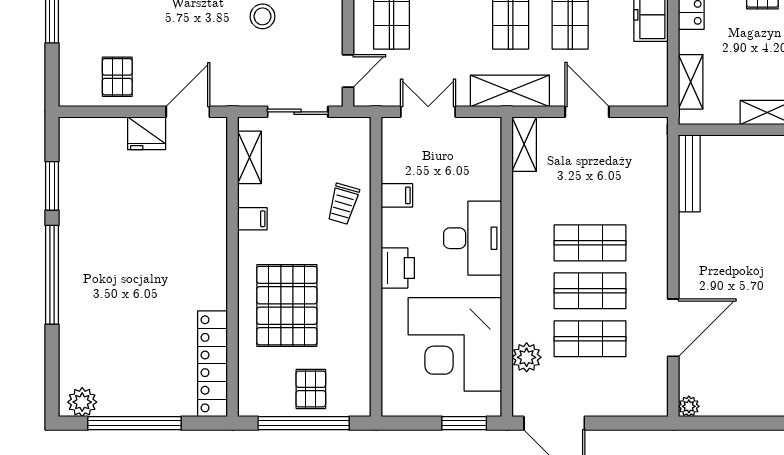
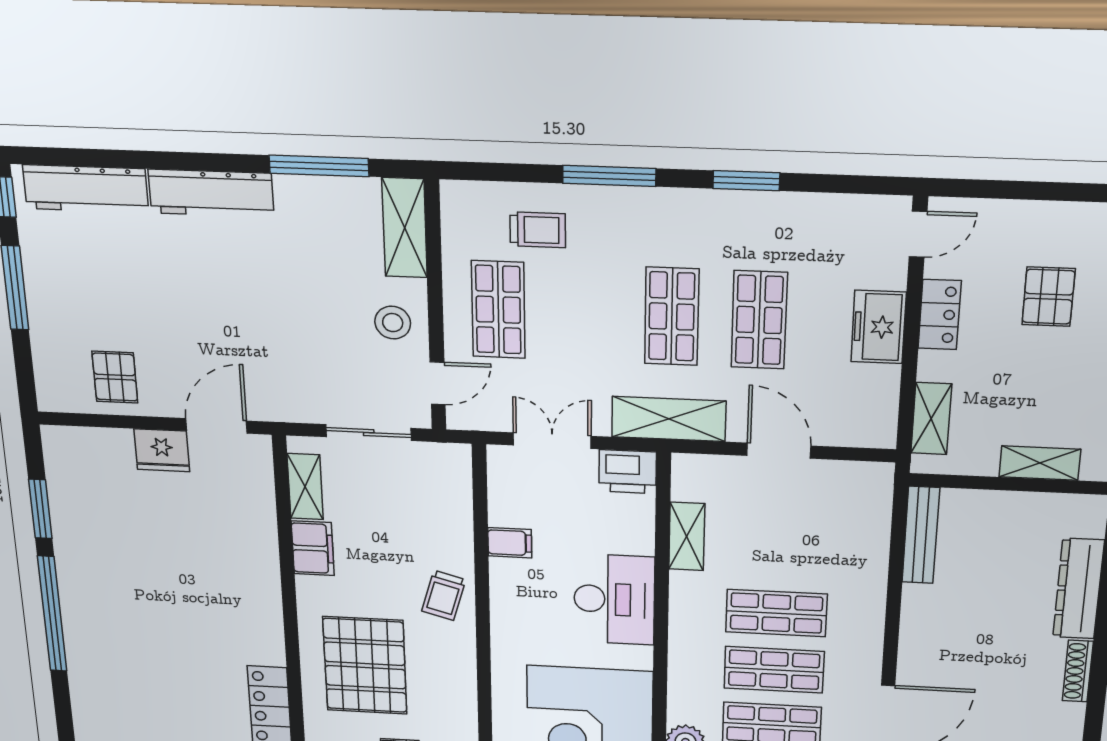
stool: (262, 16) -> (393, 323), moved
shelving: (524, 144) -> (687, 536), moved
trolley: (343, 204) -> (444, 595), moved
filing cabinet: (252, 219) -> (313, 548), width x2.00
printer: (398, 268) -> (628, 472), moved, turned 90

